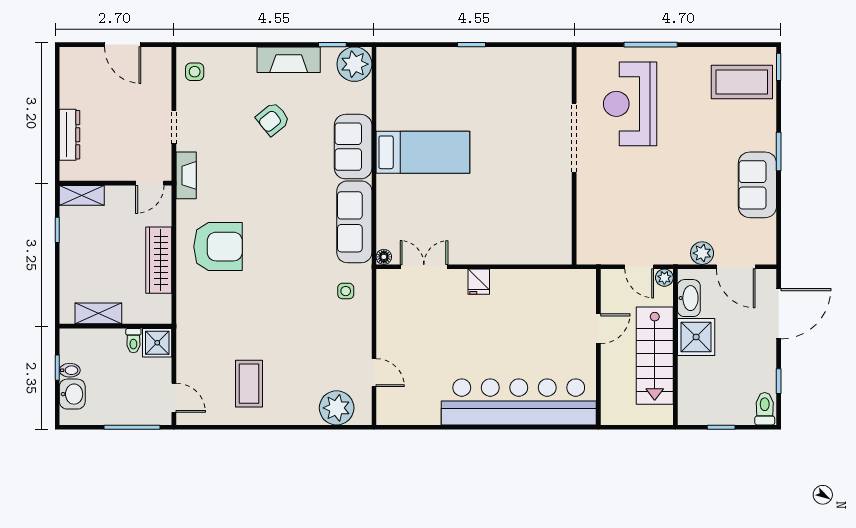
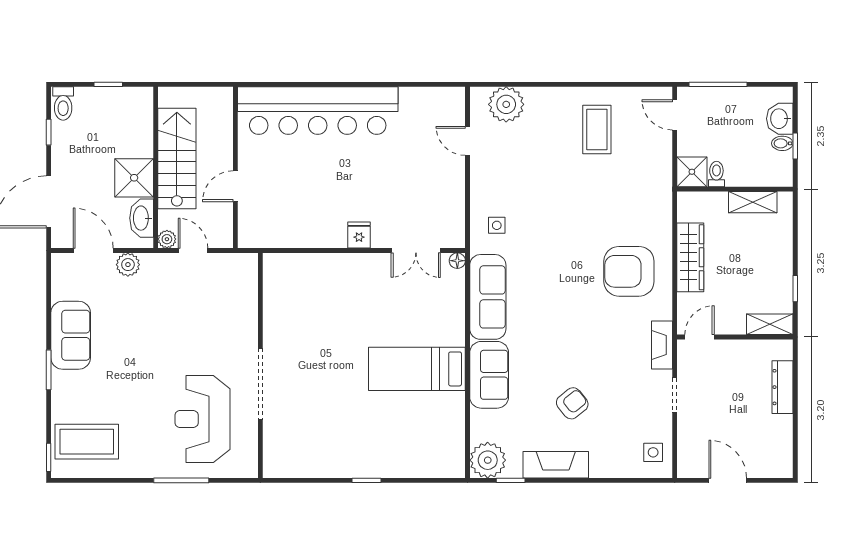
reception desk: (630, 104) -> (202, 419), turned 180

